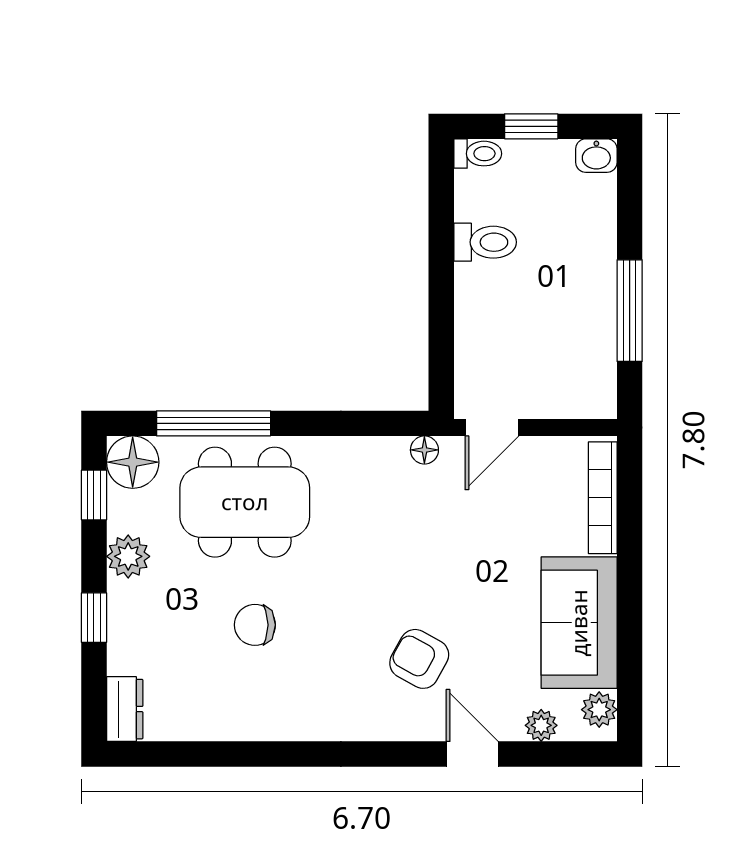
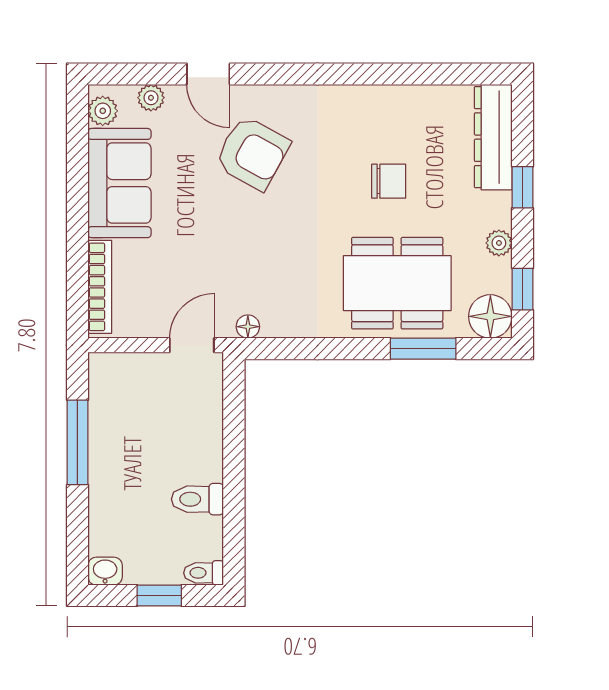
window: (214, 423) -> (423, 349), width x0.69
plant: (128, 556) -> (499, 243), width x0.73, depth x0.73
armchair: (419, 659) -> (252, 153), width x1.38, depth x1.38
dresser: (125, 709) -> (493, 137), width x1.96, depth x1.24

